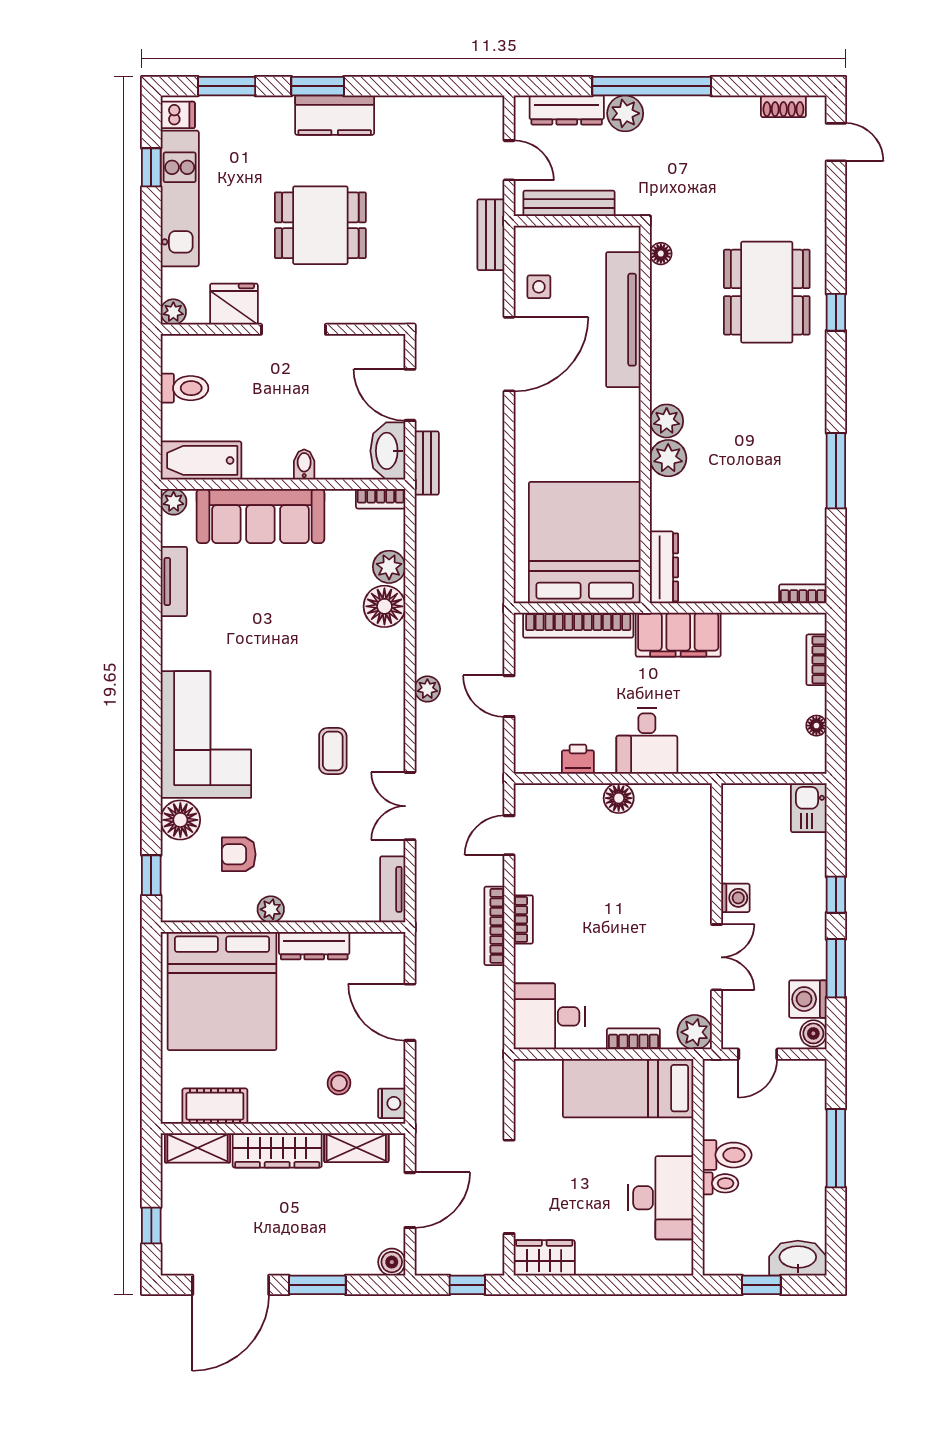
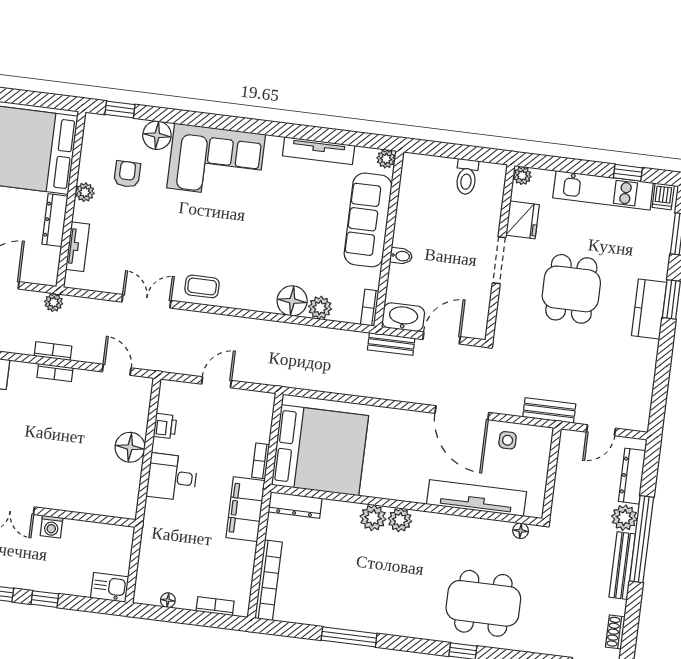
bench: (569, 203) -> (622, 566), moved
bathtub: (201, 460) -> (413, 182), removed
tv unit: (174, 581) -> (319, 151), width x1.41
bookcase: (803, 594) -> (268, 580), width x2.31, depth x1.31
bookcase: (578, 625) -> (261, 461), width x0.43, depth x0.76
plant: (427, 689) -> (54, 302), moved
coffee table: (333, 751) -> (202, 286), moved
floor lamp: (619, 798) -> (130, 447), width x1.38, depth x1.38
tv unit: (393, 889) -> (78, 247), moved, turned 90
bookcase: (494, 926) -> (53, 351), width x0.64

